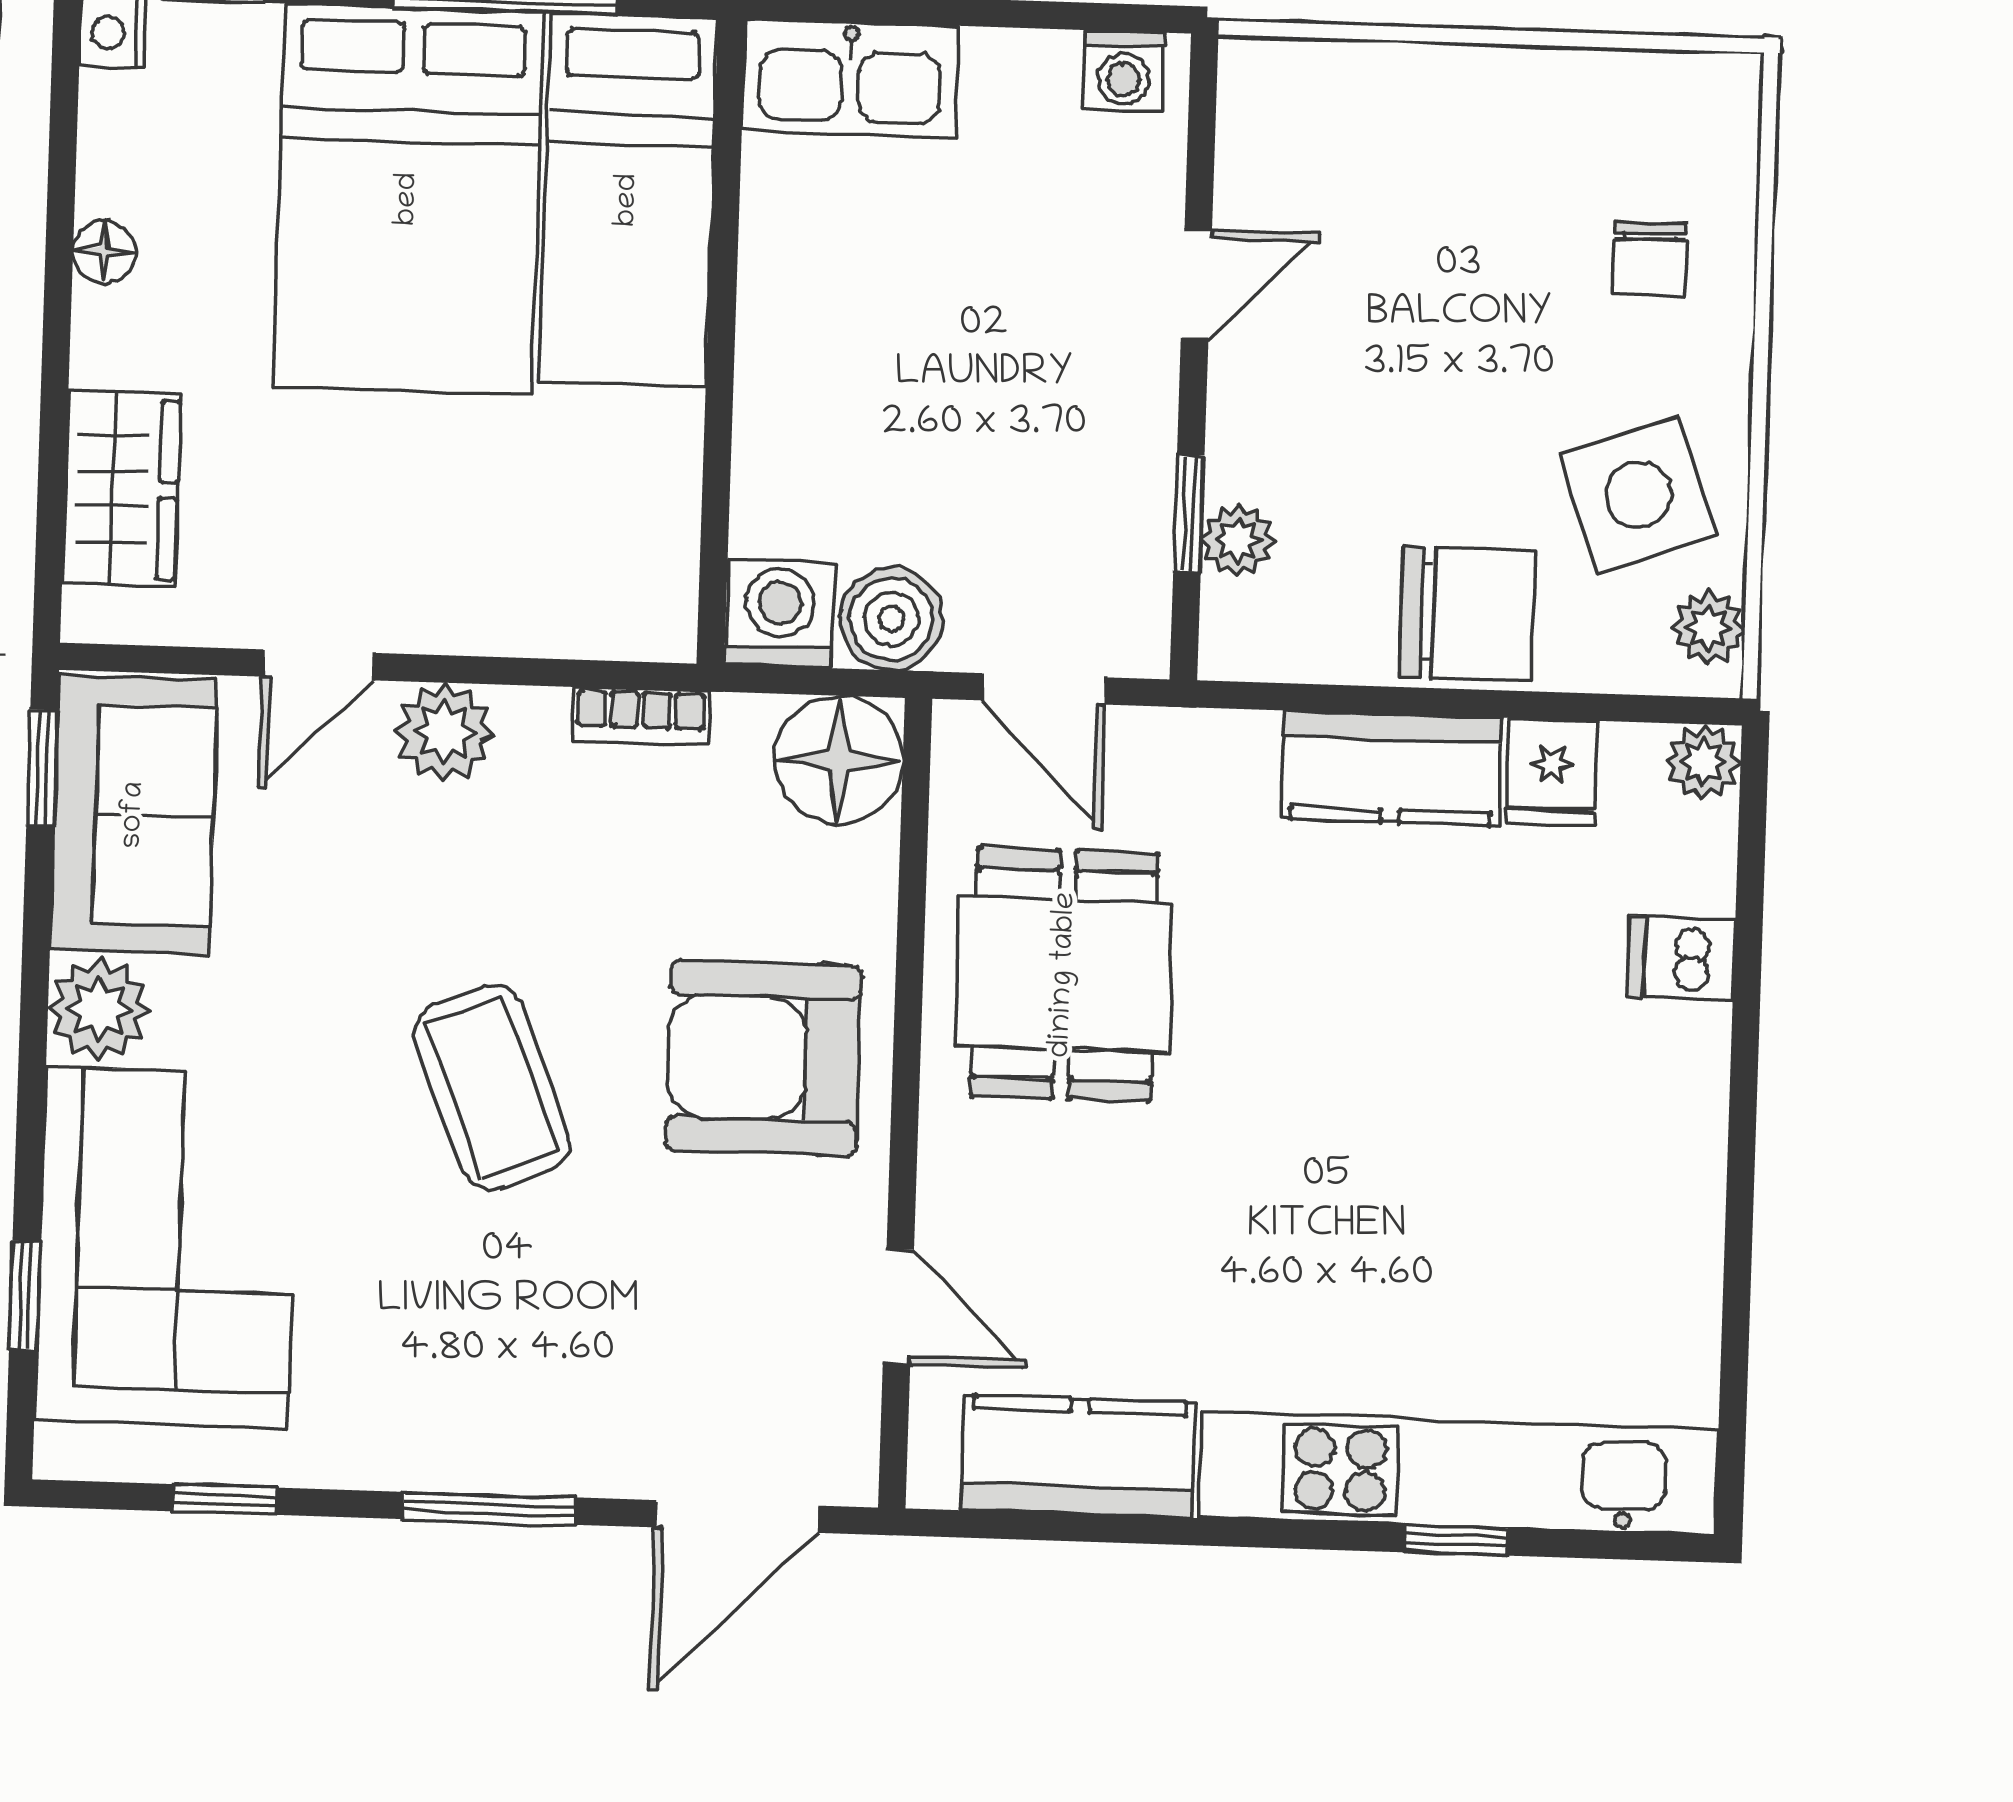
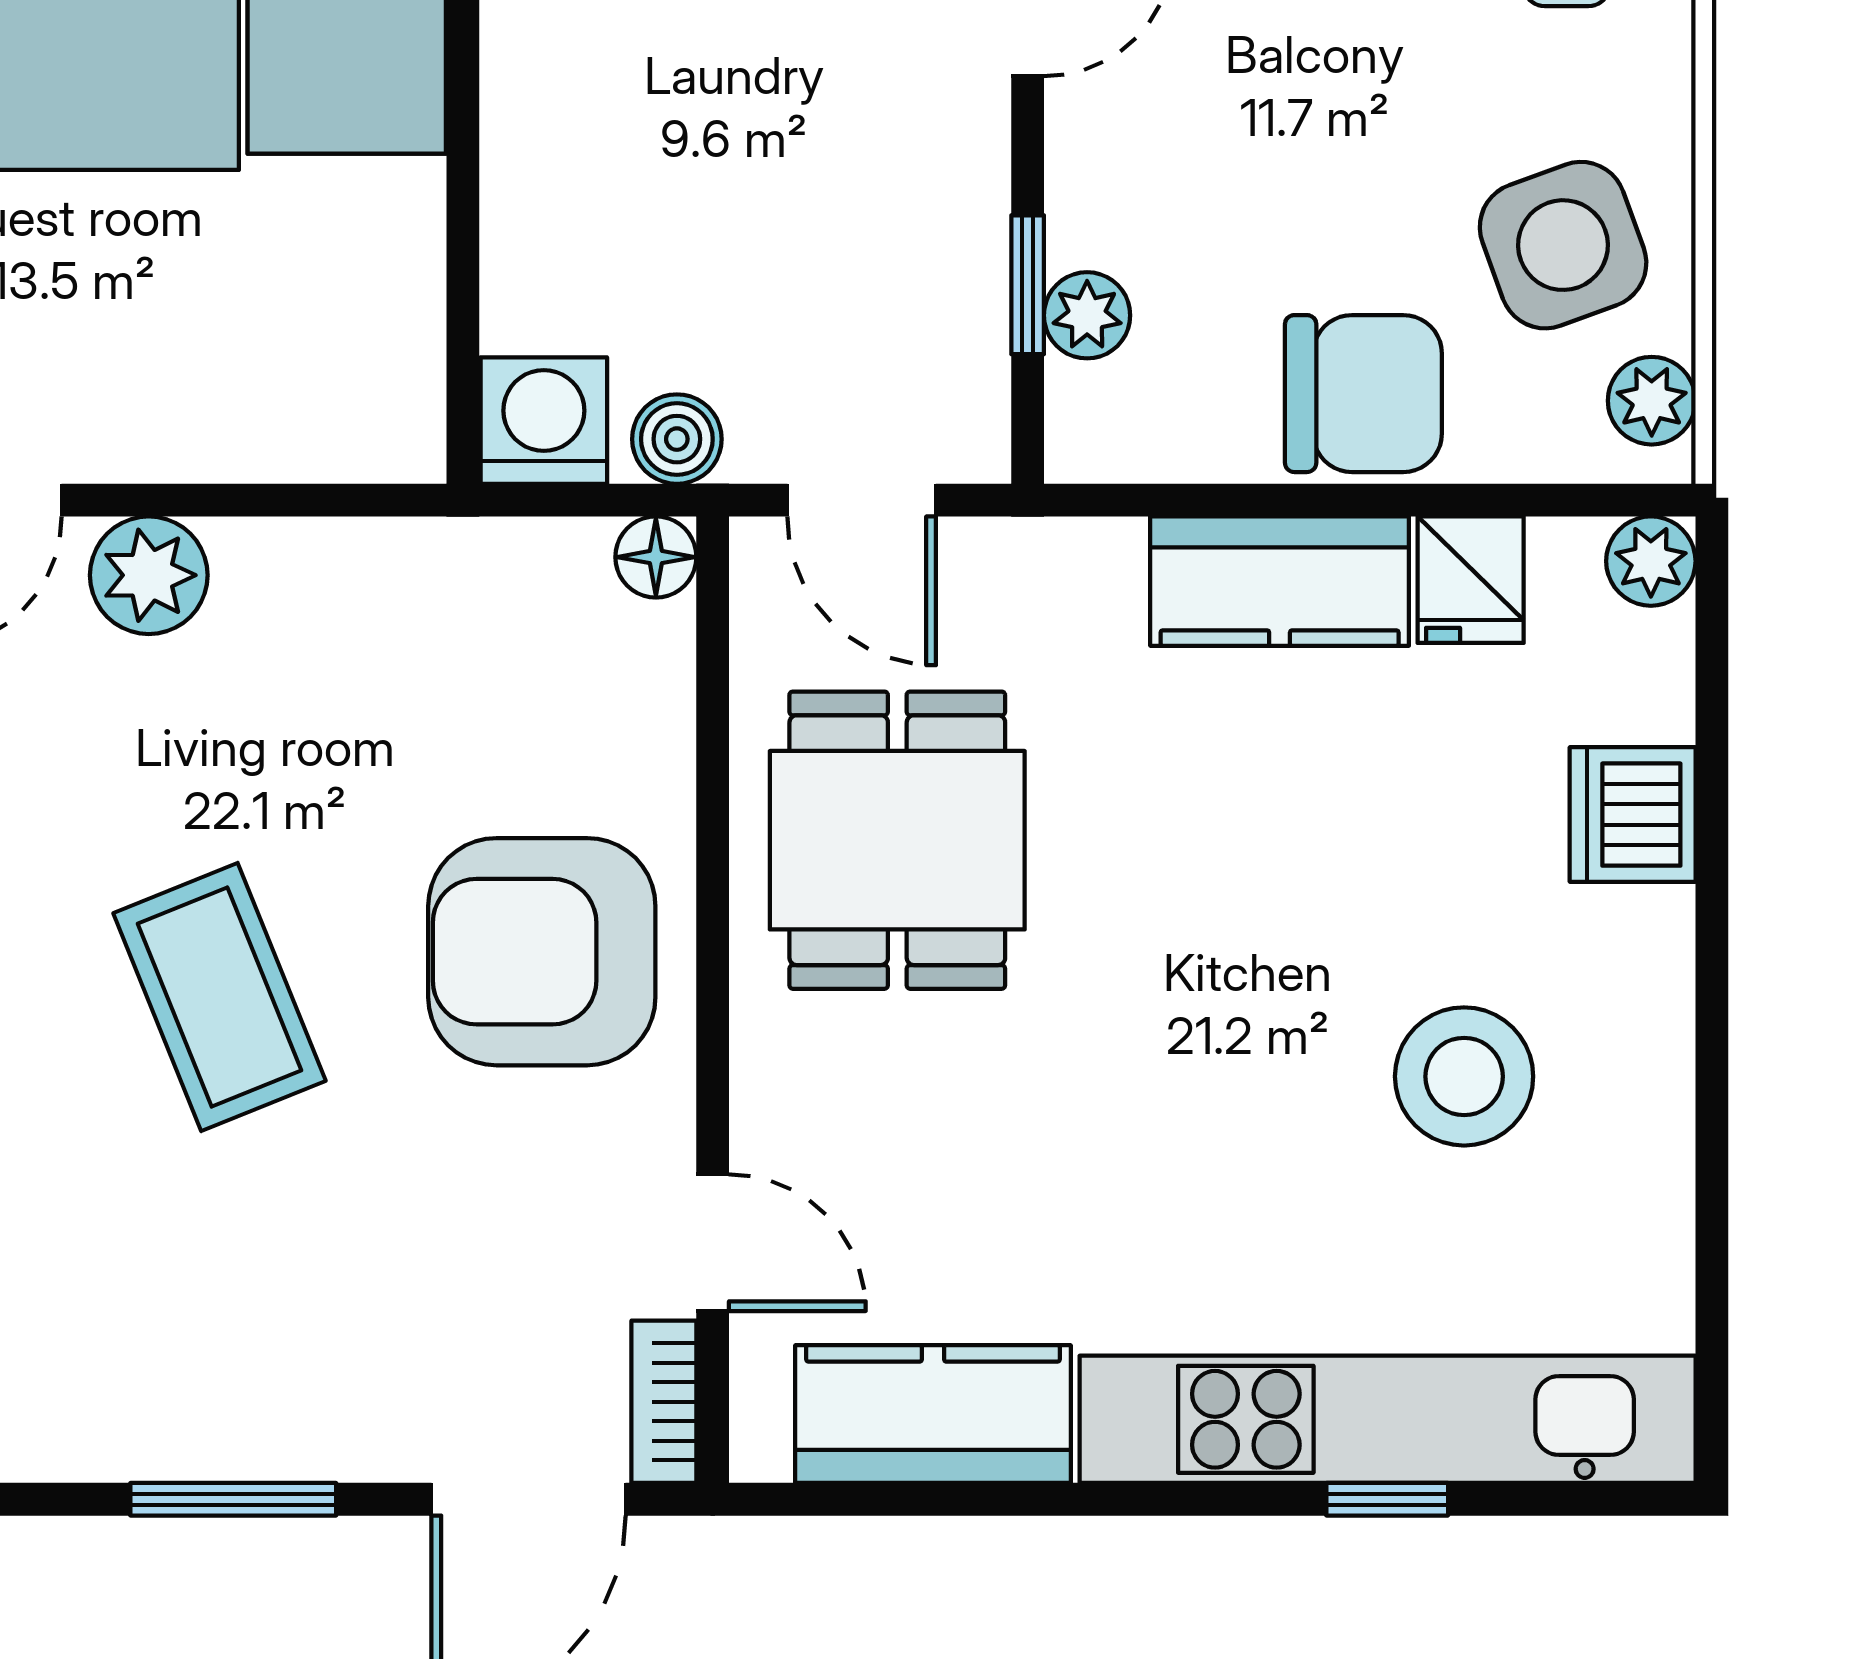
boiler: (891, 619) -> (677, 439), width x0.73, depth x0.73
bookcase: (641, 716) -> (664, 1402), moved, turned 90
floor lamp: (839, 760) -> (656, 557), width x0.53, depth x0.53
dishwasher: (1681, 958) -> (1633, 815), width x1.38
stool: (1532, 1188) -> (1464, 1076), added

